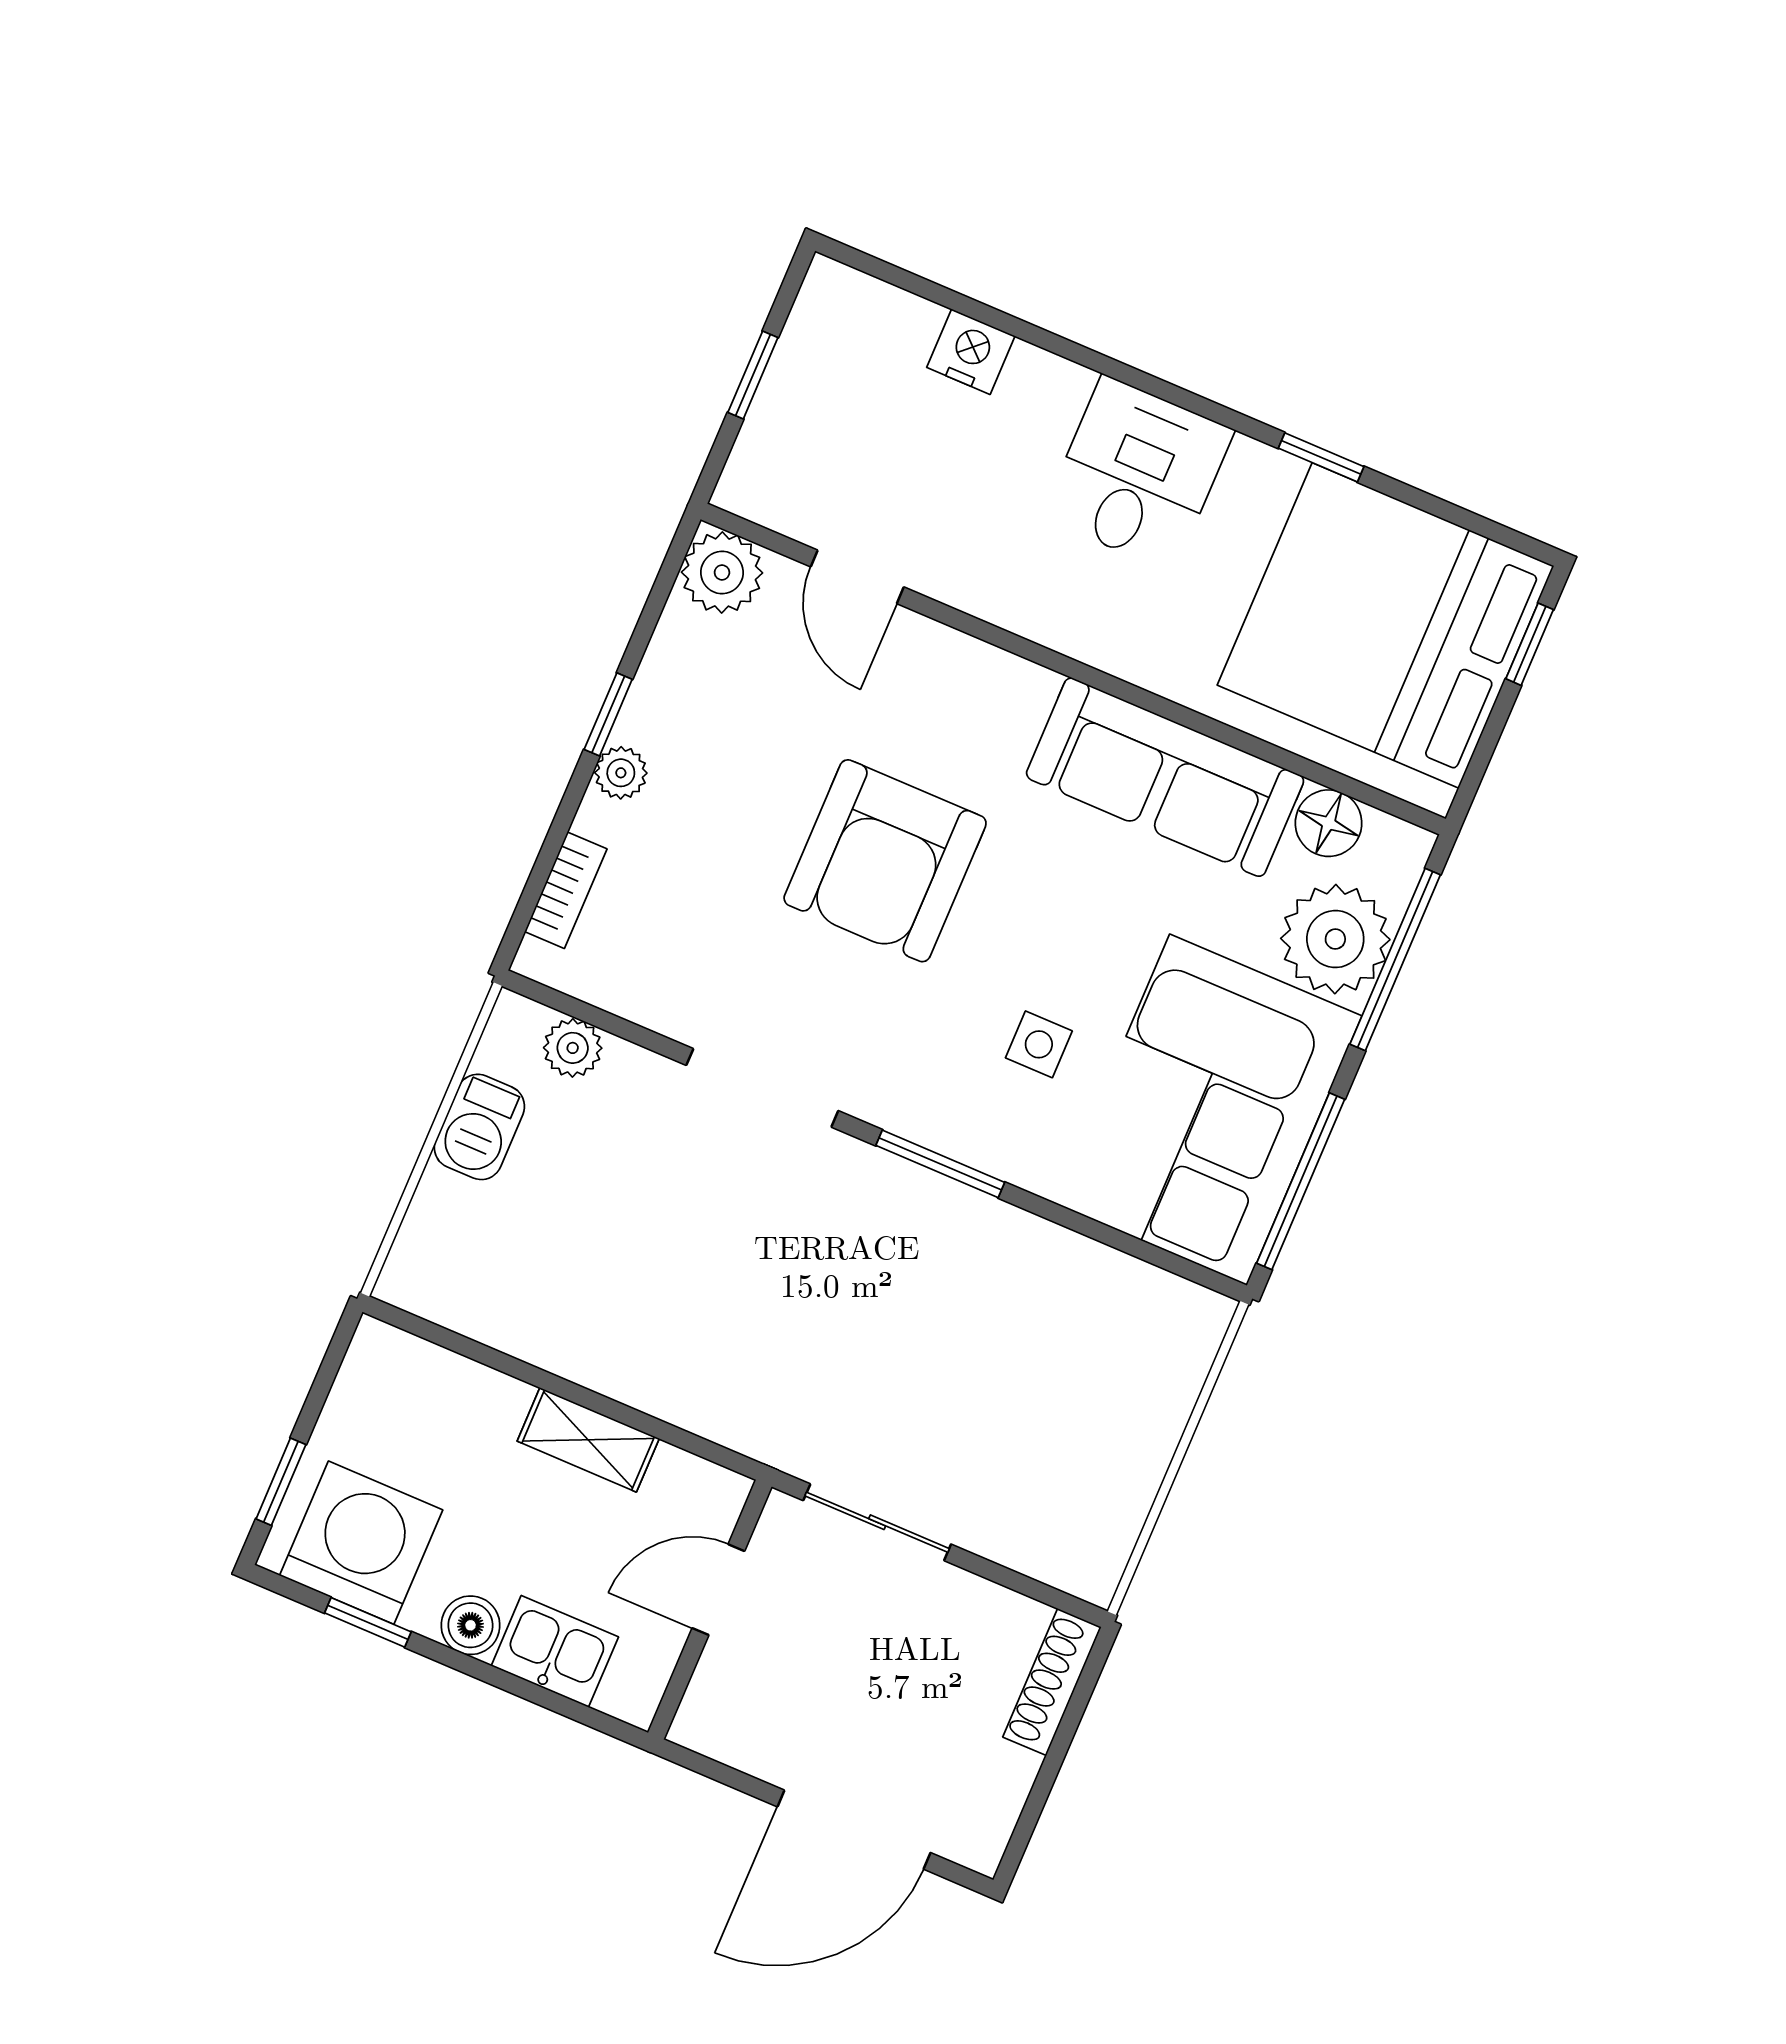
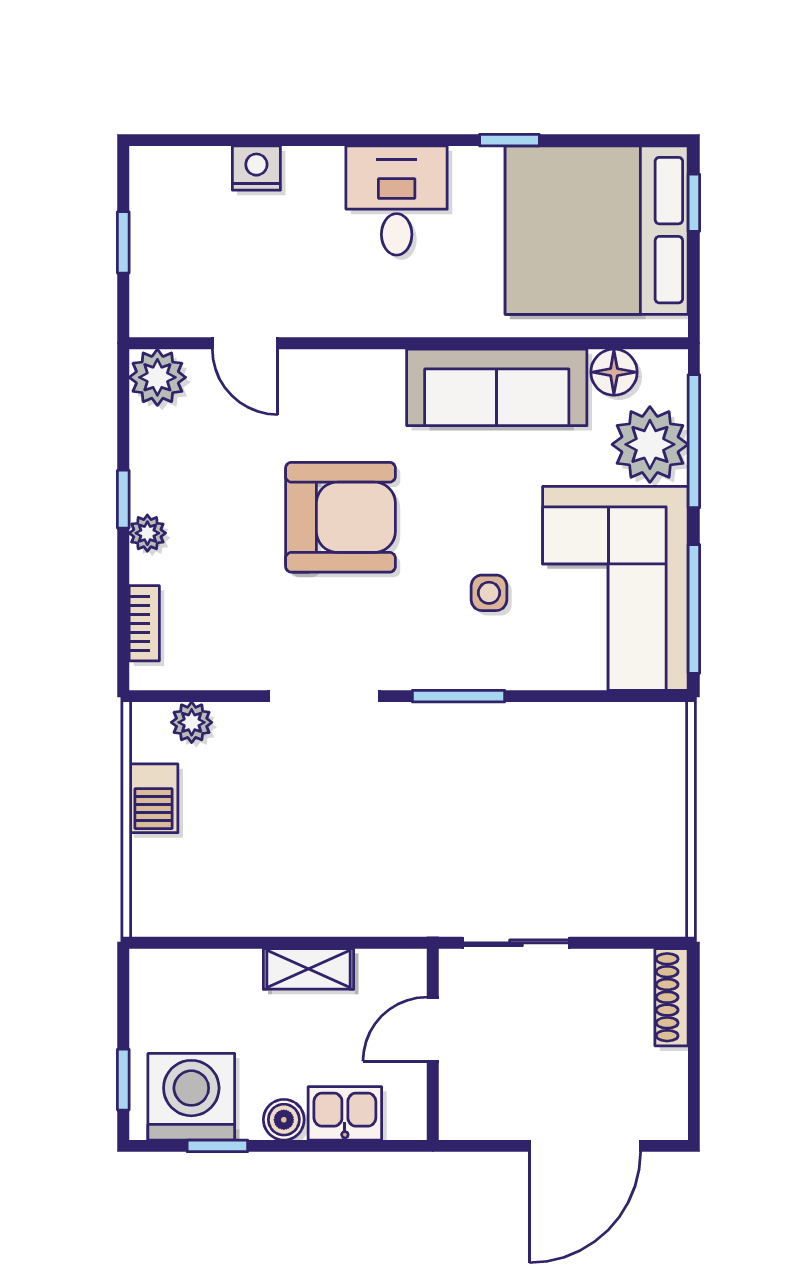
armchair: (885, 861) -> (340, 517), turned -90

